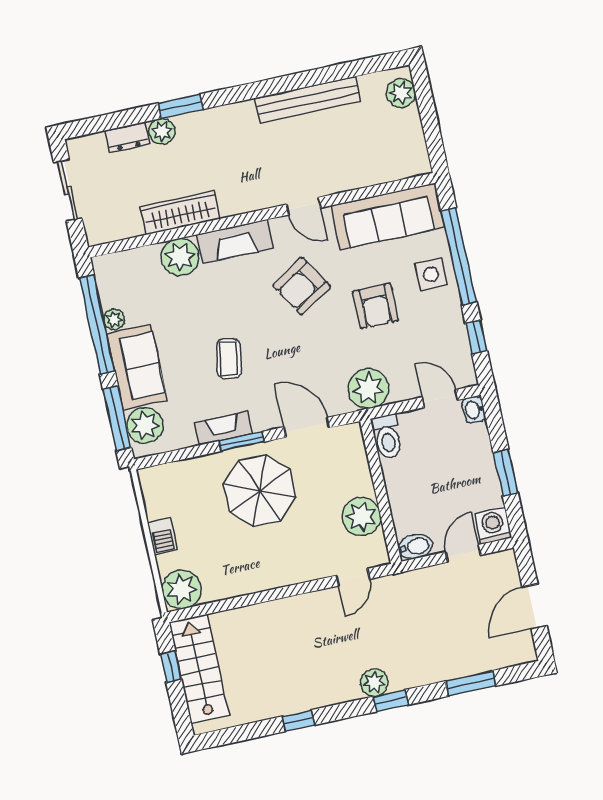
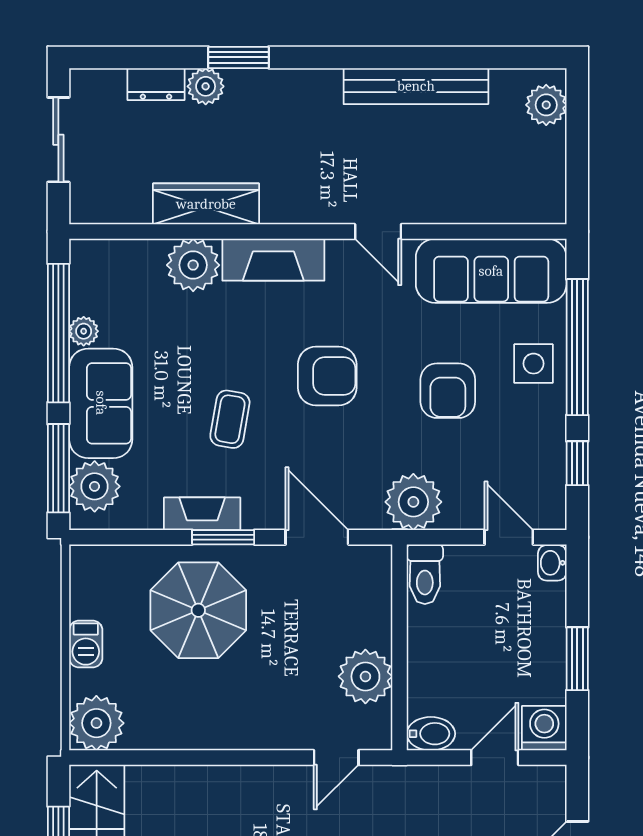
armchair: (302, 286) -> (327, 376), moved, turned -148
parasol: (259, 491) -> (198, 610), moved

